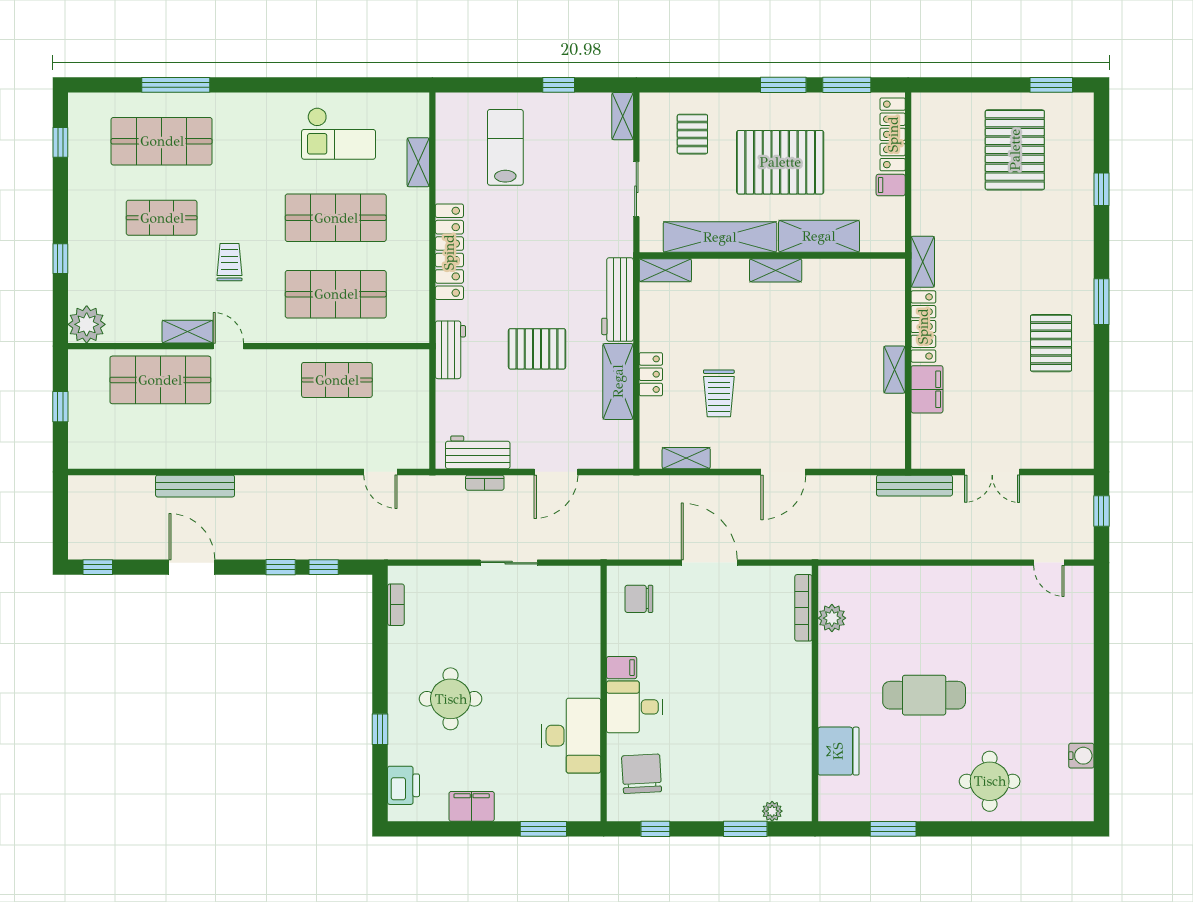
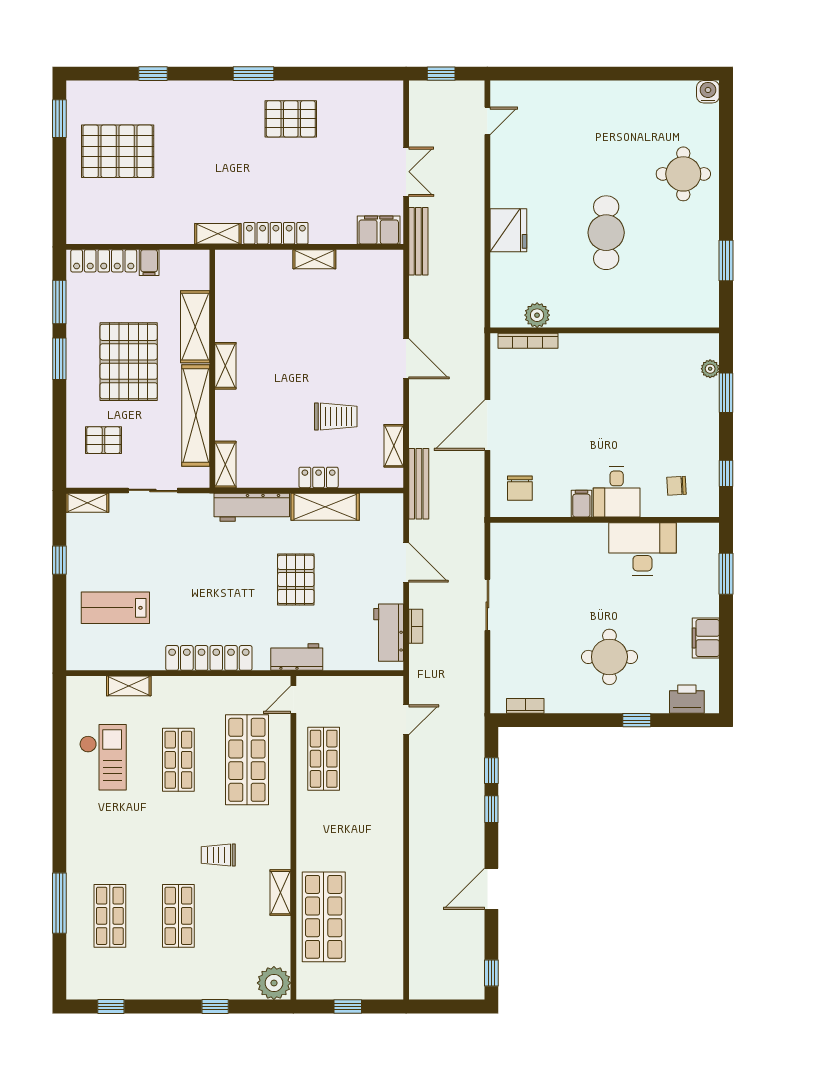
shop shelf: (162, 141) -> (110, 916), width x0.70, depth x0.74
shop shelf: (336, 218) -> (178, 760), width x0.70, depth x0.74
door: (228, 346) -> (293, 700), moved
filing cabinet: (927, 389) -> (379, 230), moved
bench: (195, 486) -> (419, 484), moved
fridge: (838, 751) -> (508, 230), moved, turned 90
water cooler: (1081, 756) -> (708, 92), moved
chair: (642, 774) -> (677, 486), width x0.54, depth x0.54

